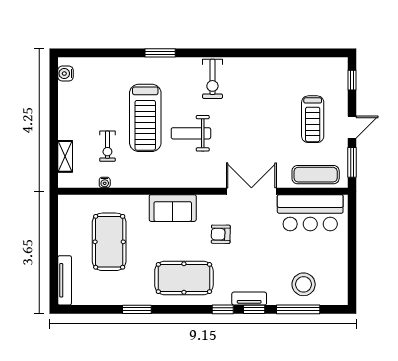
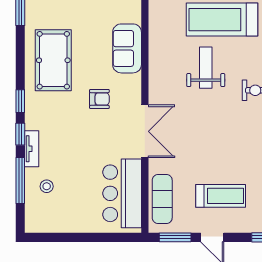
treadmill: (313, 119) -> (221, 196), turned 180
armchair: (221, 234) -> (99, 99), turned 89
stool: (304, 284) -> (47, 186), width x0.53, depth x0.53
tv unit: (249, 299) -> (32, 149), moved

